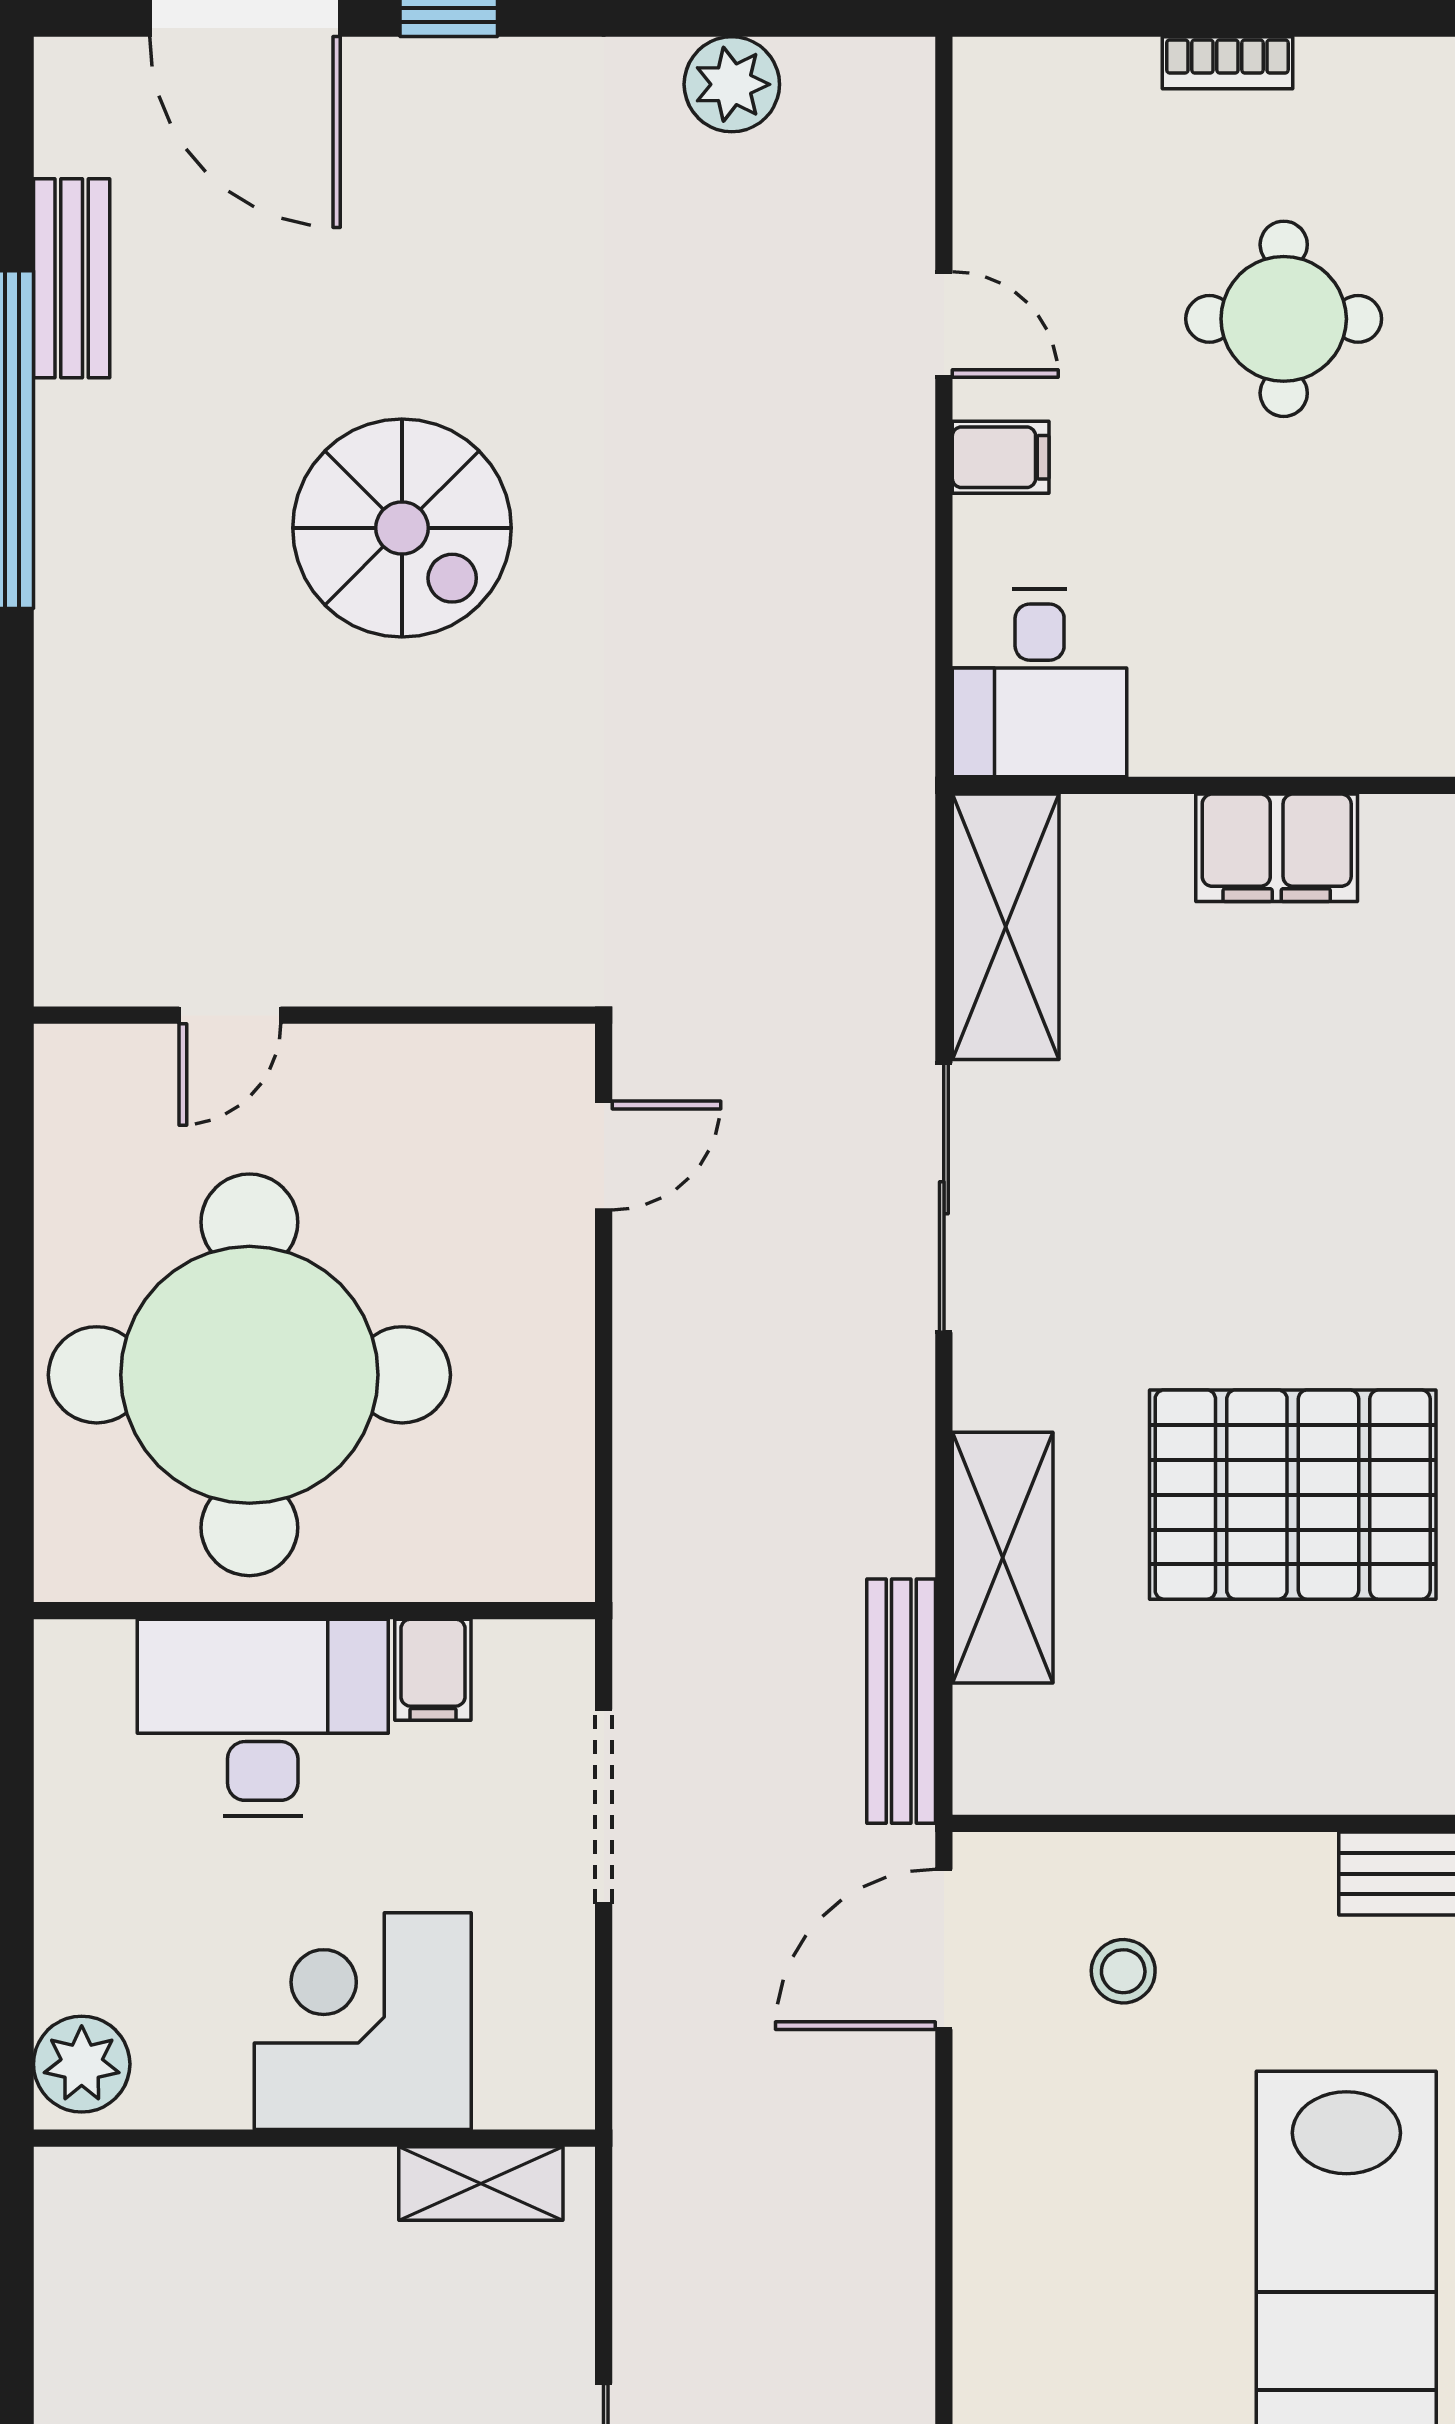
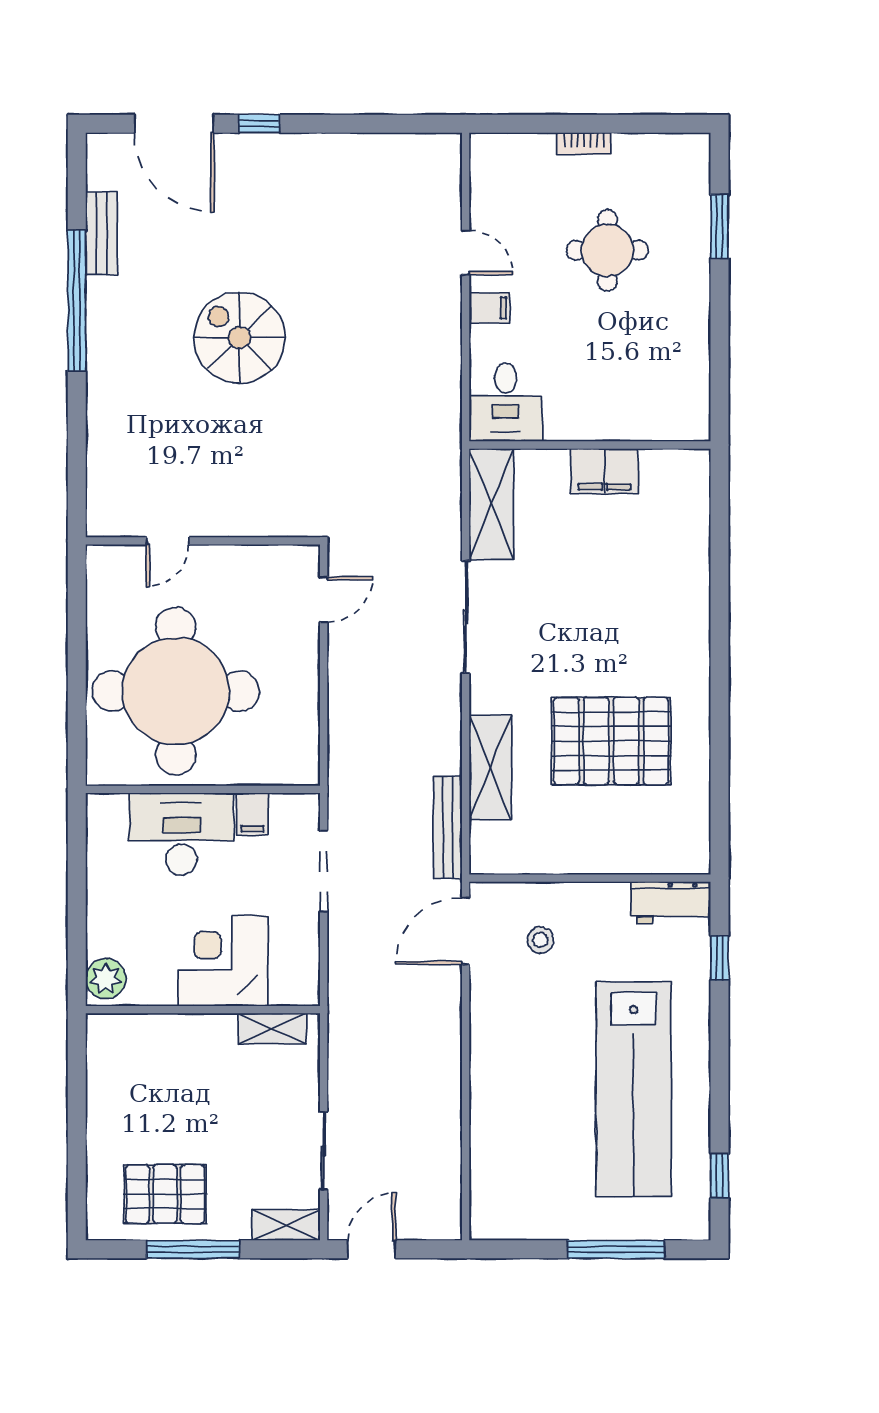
plant: (732, 84) -> (377, 152), removed
spiral stairs: (402, 528) -> (239, 338), turned 180

